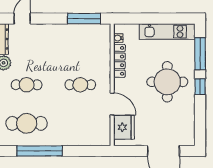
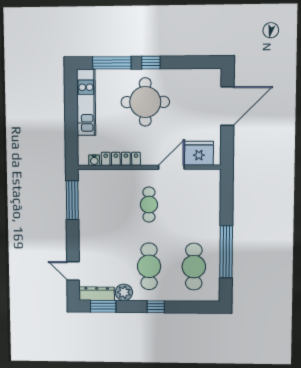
cafe table: (27, 85) -> (149, 266), width x1.37, depth x1.35

